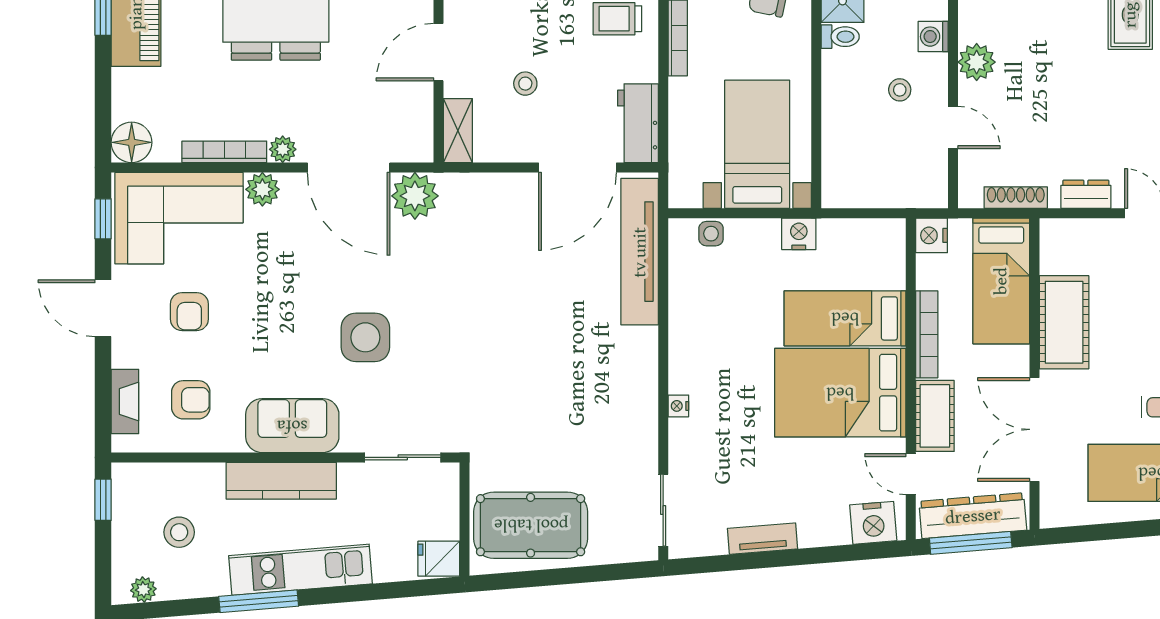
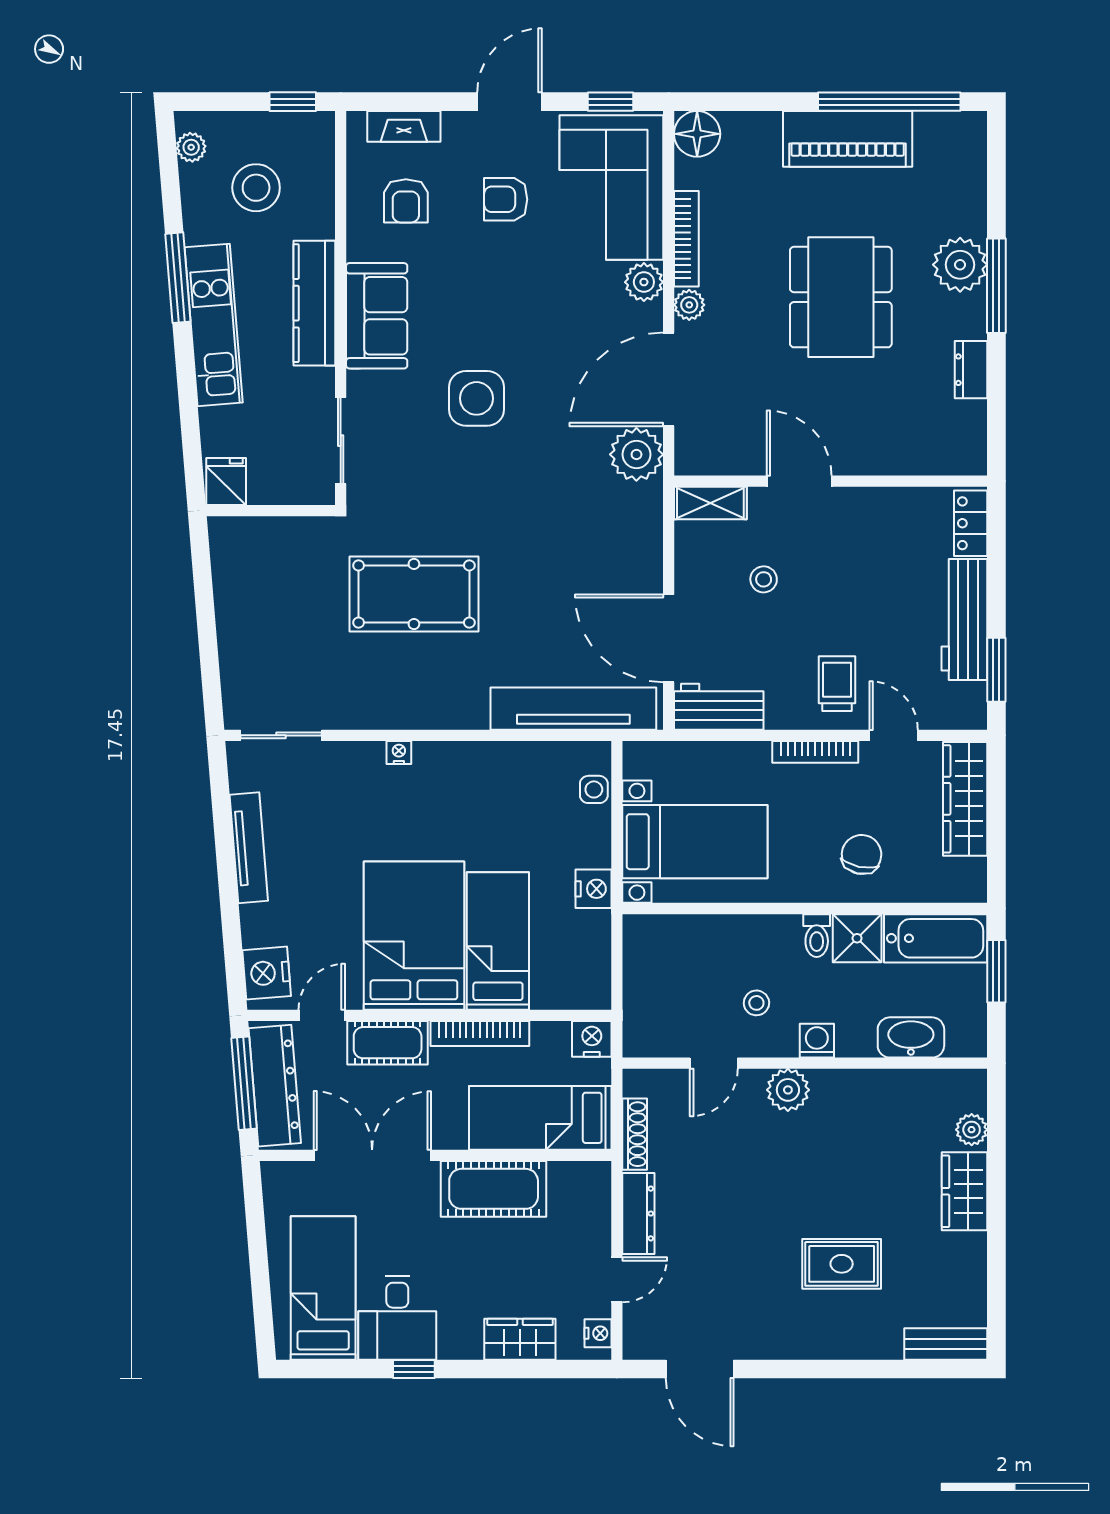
dresser: (1086, 194) -> (638, 1214), width x1.44
pool table: (531, 525) -> (414, 594), moved, turned 90
stool: (179, 532) -> (256, 188), width x1.38, depth x1.38
tv unit: (763, 539) -> (249, 848), width x1.41

